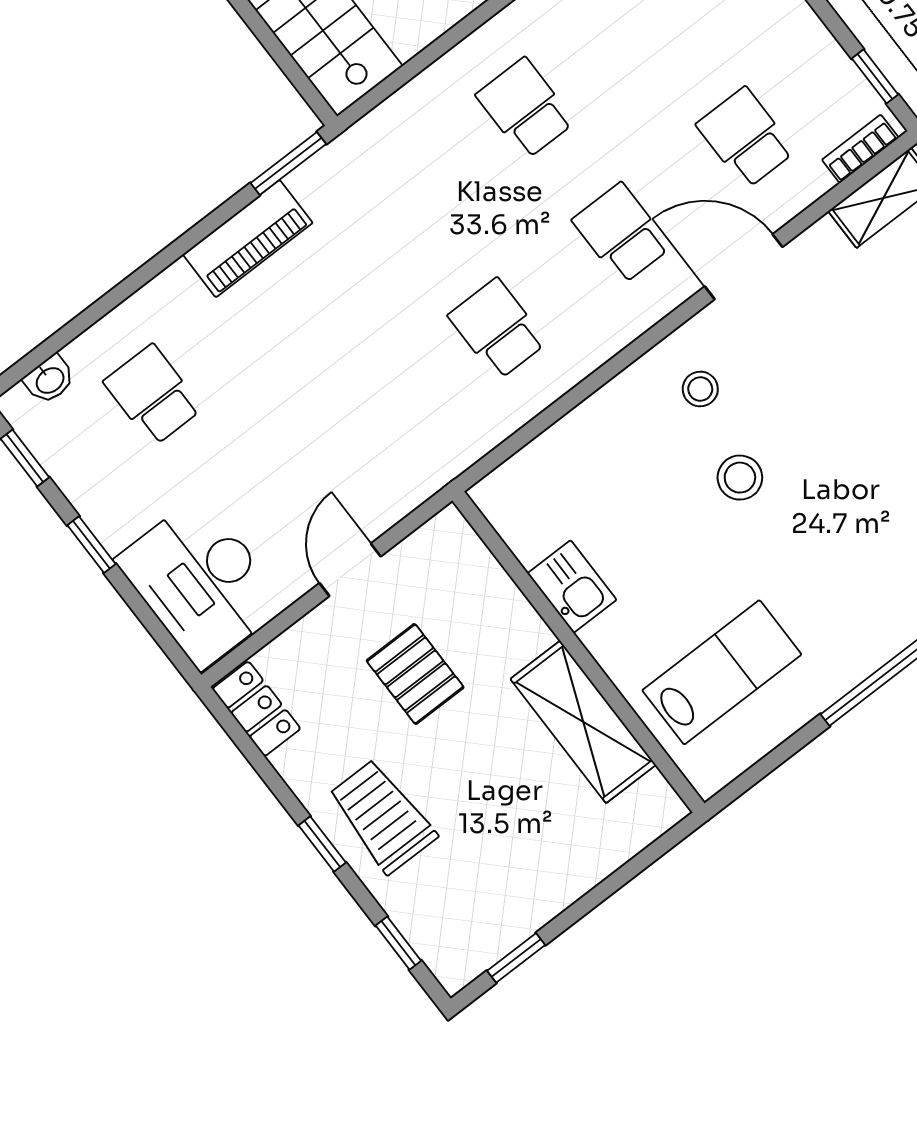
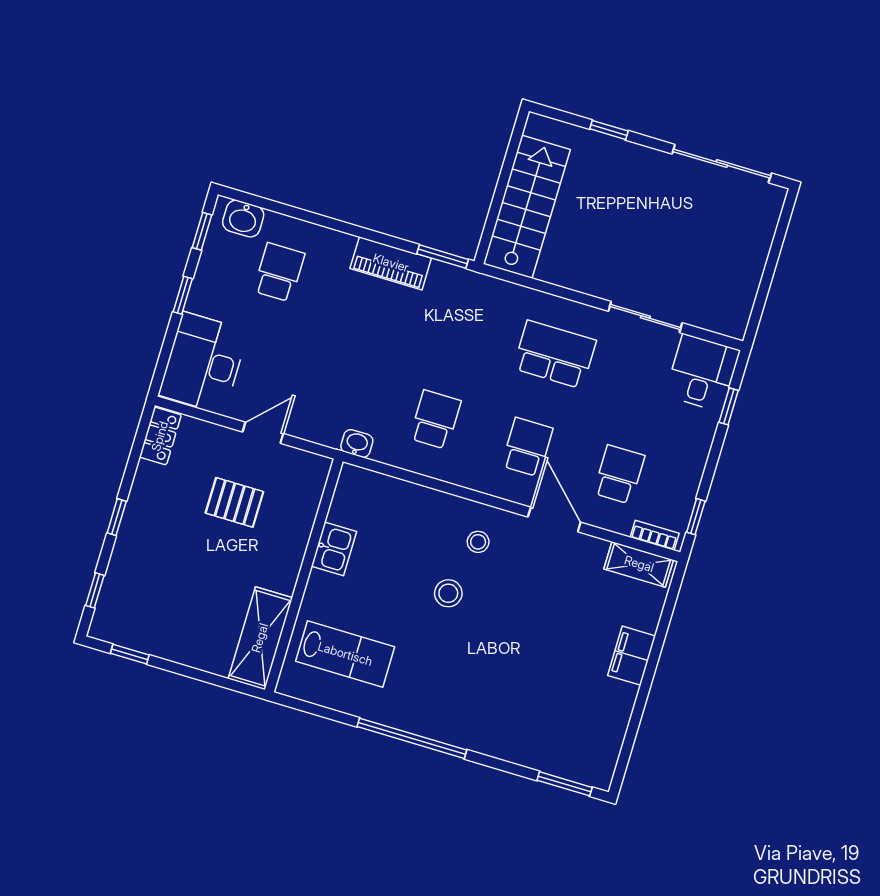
school desk: (525, 108) -> (555, 354), width x1.85
washbasin: (49, 380) -> (243, 219), width x1.38, depth x1.45
washbasin: (454, 456) -> (357, 444), added
pallet: (415, 674) -> (234, 502), turned 90
shelving: (583, 722) -> (260, 638), moved
trolley: (382, 816) -> (152, 537), removed

